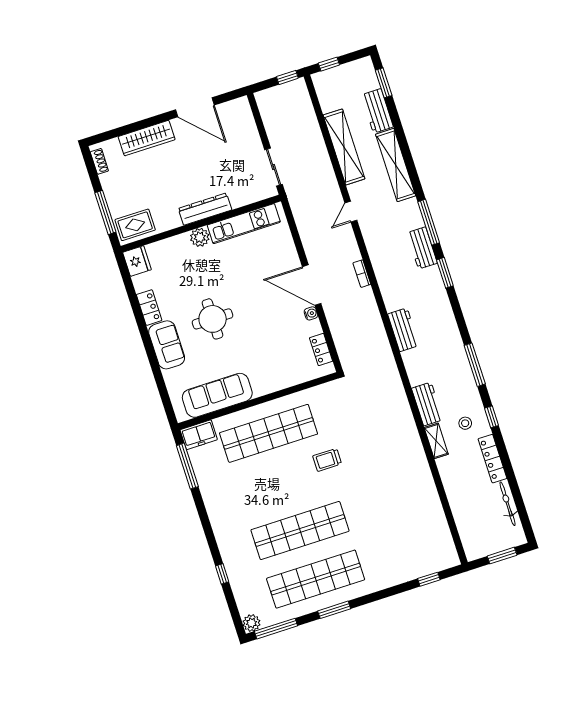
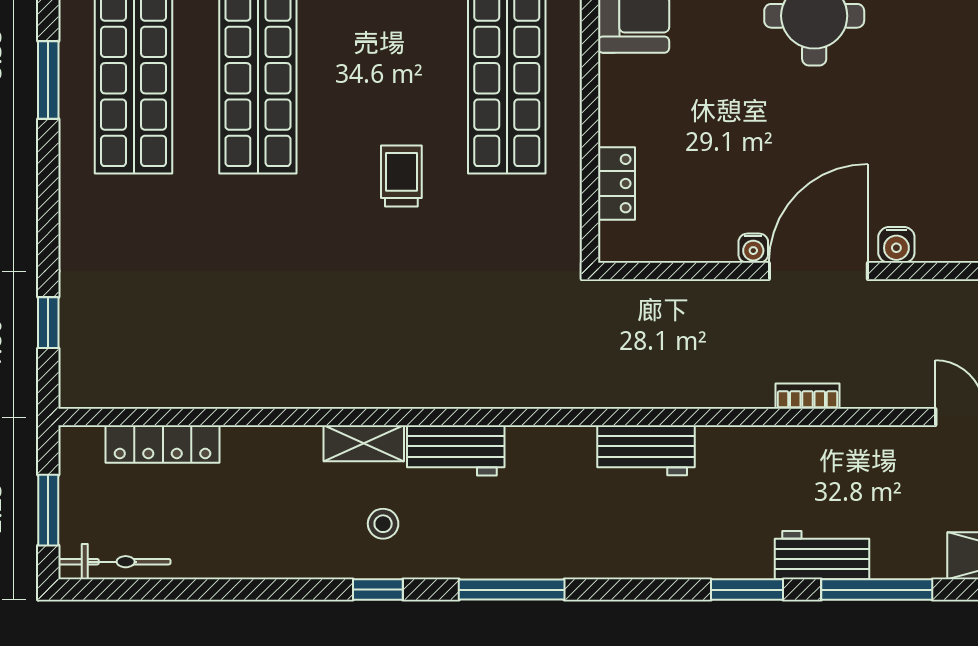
water cooler: (292, 258) -> (896, 245), added
locker: (321, 350) -> (616, 184), moved, turned 90
locker: (492, 459) -> (163, 444), moved, turned 180
bicycle: (508, 504) -> (114, 562), moved

